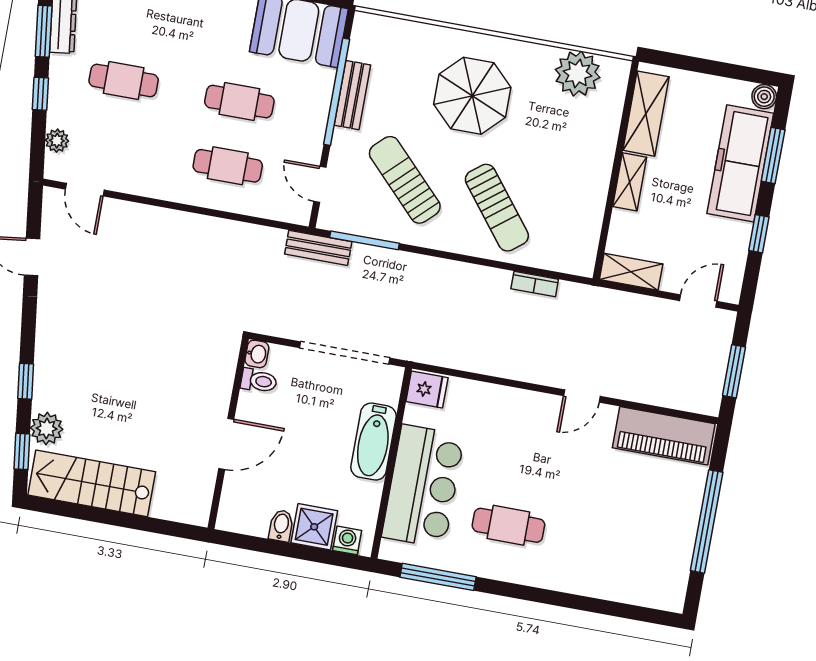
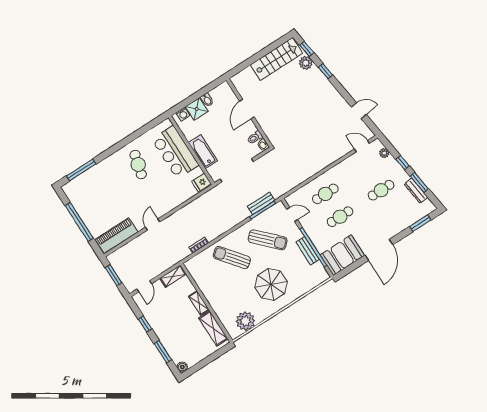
freezer: (740, 163) -> (171, 340), removed
bench: (318, 248) -> (261, 203), moved
cafe table: (508, 525) -> (138, 165), turned -75
window: (438, 577) -> (81, 170), moved

